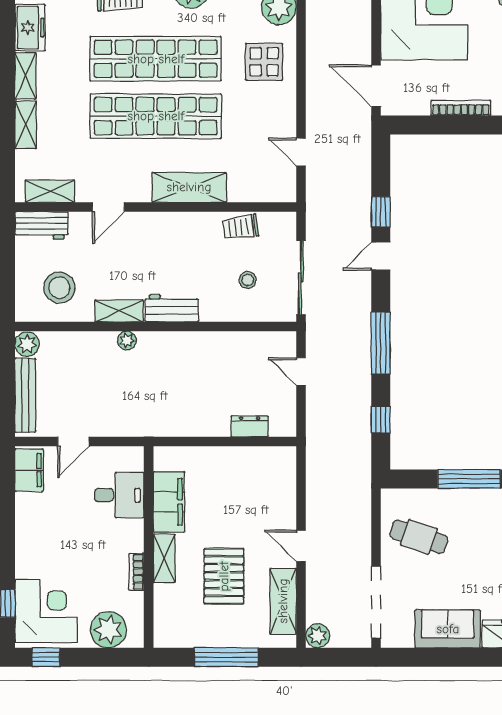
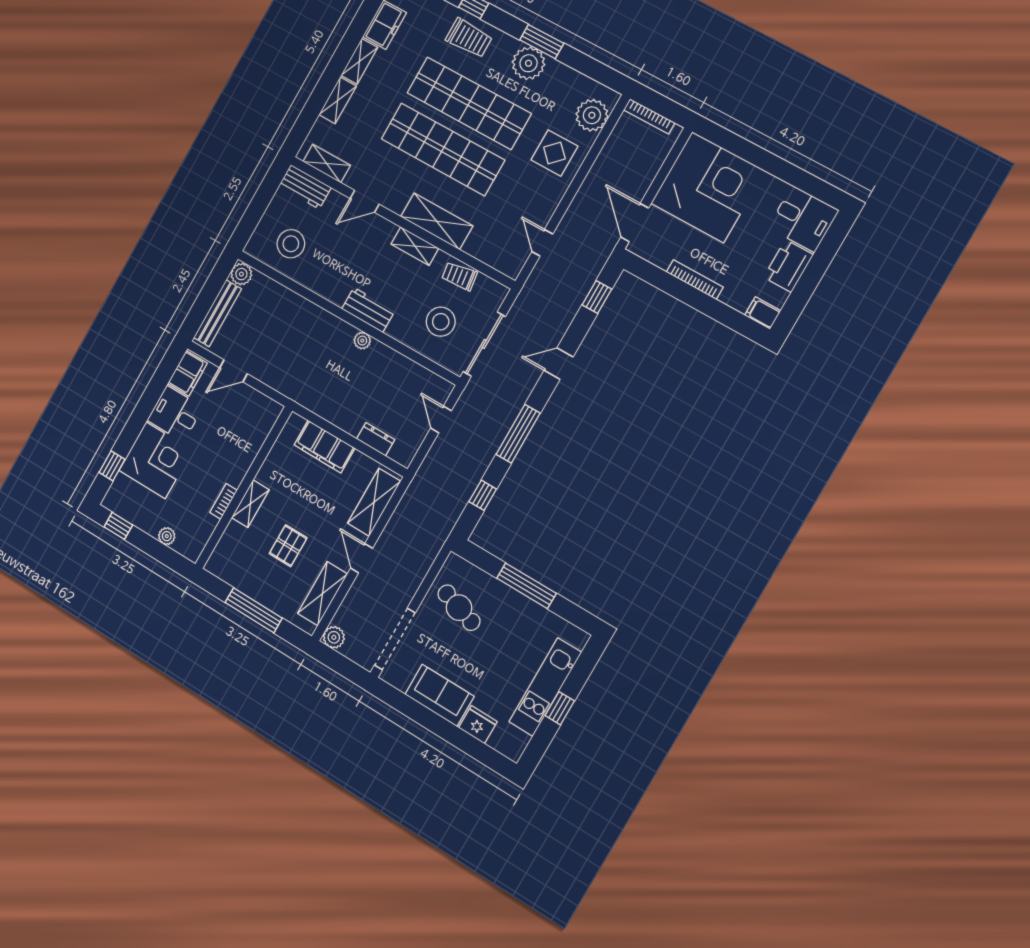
window: (381, 212) -> (597, 297), moved
stool: (248, 280) -> (441, 322), width x1.89, depth x1.89
shelving: (119, 311) -> (415, 246), moved
plant: (127, 341) -> (362, 341), moved
shelving: (282, 486) -> (374, 502), added
desk: (119, 495) -> (175, 414), moved, turned 180
filing cabinet: (169, 502) -> (325, 447), moved, turned 90
pallet: (224, 576) -> (288, 546), width x0.67, depth x0.71
corner desk: (46, 611) -> (156, 460), moved
plant: (108, 630) -> (167, 536), width x0.53, depth x0.53

